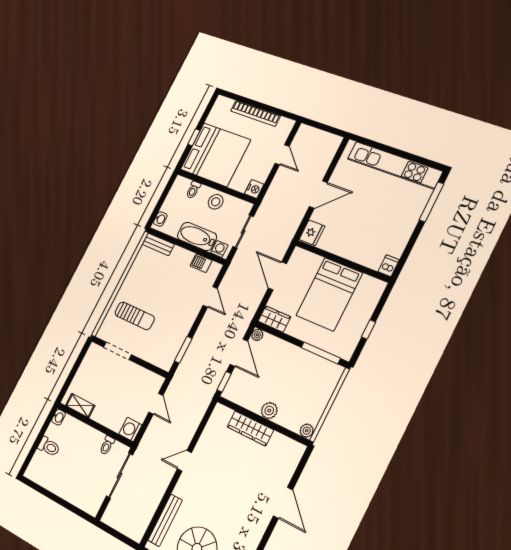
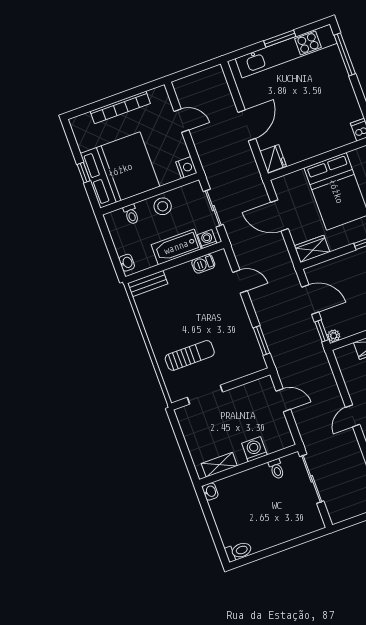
window: (399, 153) -> (280, 39), added
plant: (257, 335) -> (334, 336), moved
washing machine: (130, 429) -> (254, 449), moved, turned 90
toilet: (49, 447) -> (238, 551), moved

